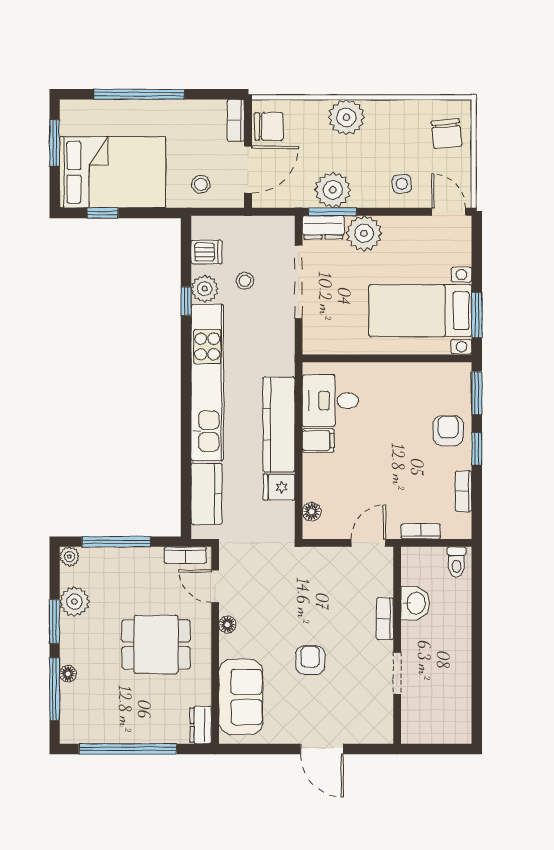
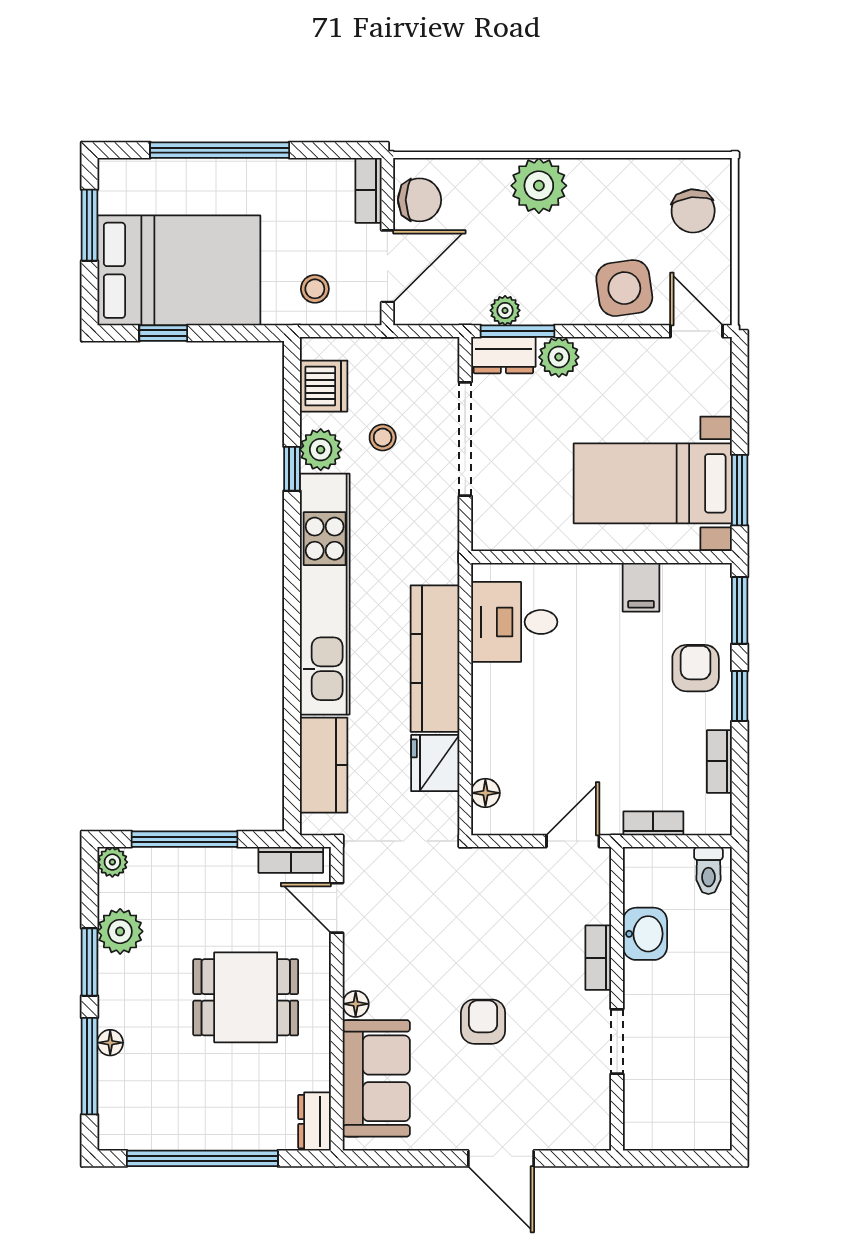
side table: (402, 184) -> (624, 288), width x1.87, depth x1.87
plant: (333, 190) -> (505, 310), width x0.53, depth x0.53
plant: (364, 233) -> (559, 357), width x0.73, depth x0.73
dishwasher: (207, 252) -> (324, 386), width x1.38
filing cabinet: (318, 441) -> (641, 587), moved, turned 90
fridge: (279, 487) -> (435, 763), width x1.38
floor lamp: (227, 625) -> (356, 1004), moved

